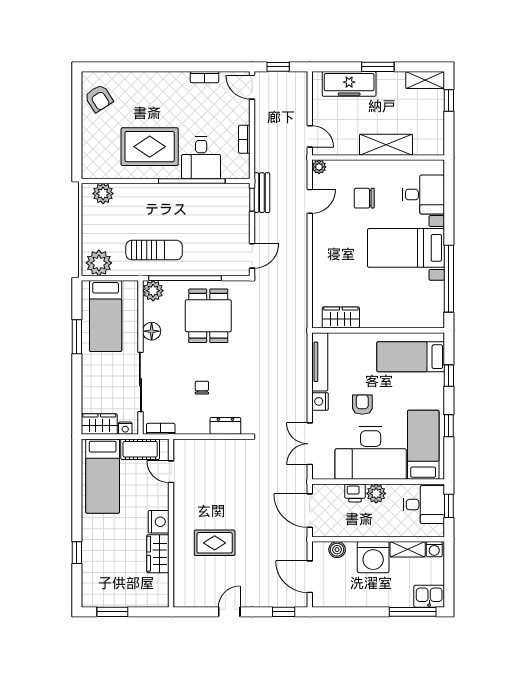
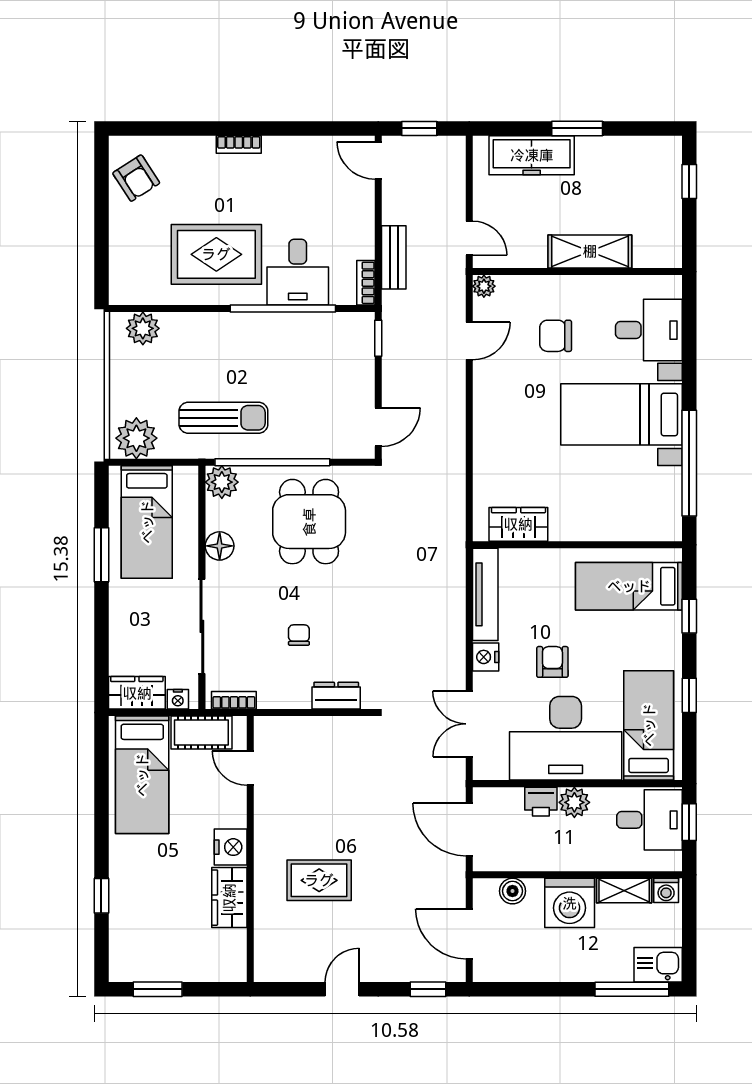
bookcase: (205, 77) -> (239, 145), moved
shelving: (425, 80) -> (652, 149), removed
bookcase: (244, 139) -> (366, 283), moved
bench: (262, 193) -> (394, 257), moved

